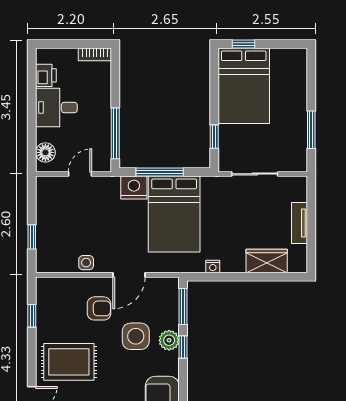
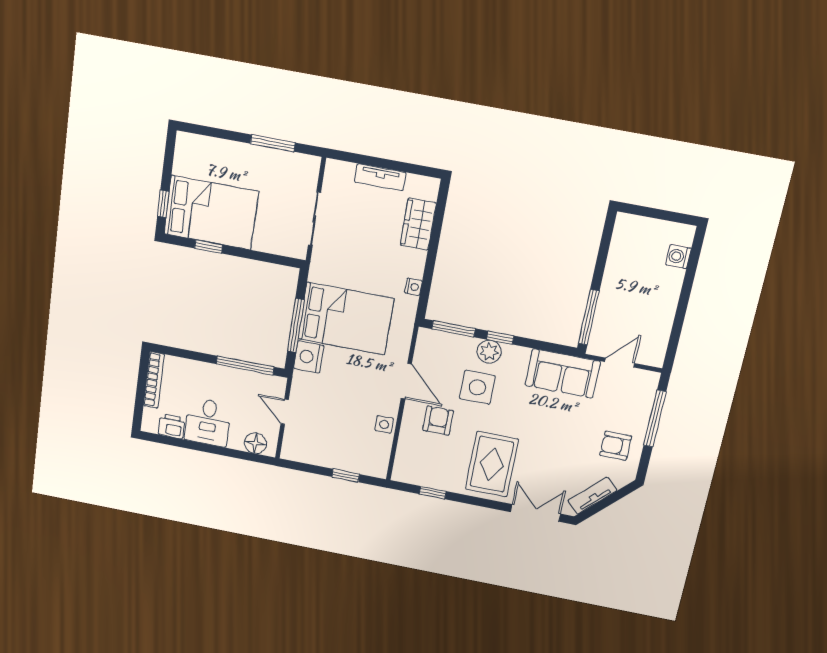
bookcase: (95, 54) -> (154, 380), width x1.56
window: (214, 137) -> (209, 247), moved

